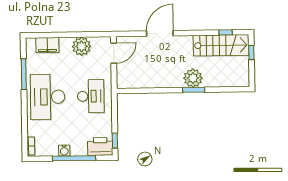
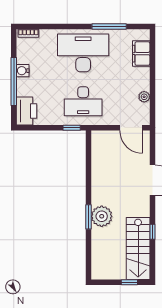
window: (226, 32) -> (152, 232), moved
plant: (82, 46) -> (144, 97), width x0.53, depth x0.53
window: (115, 141) -> (72, 128), moved

